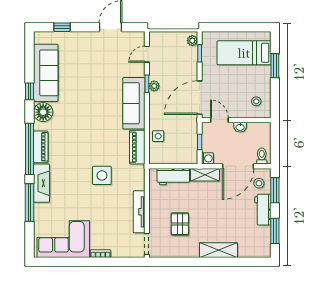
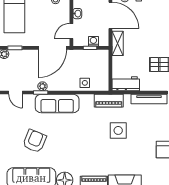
armchair: (89, 77) -> (35, 141), added
door: (200, 98) -> (52, 48), hinge flipped
piano: (137, 147) -> (109, 101), moved
washing machine: (207, 158) -> (93, 41), moved
workbench: (173, 177) -> (126, 84), moved, turned -90

